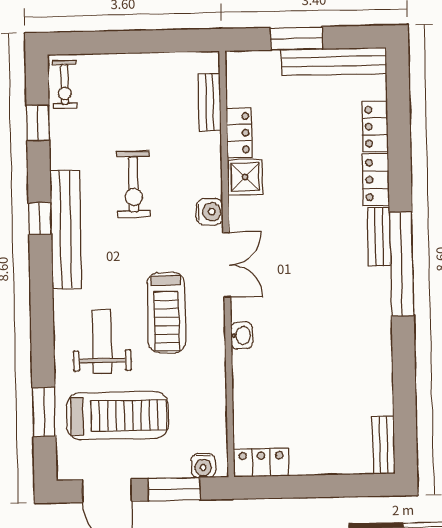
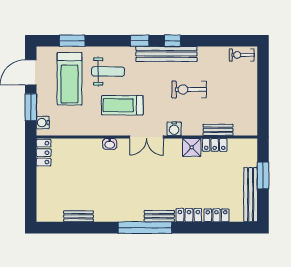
bench: (210, 102) -> (218, 130), moved
window: (38, 123) -> (140, 41), moved
bench: (384, 445) -> (78, 216), moved

